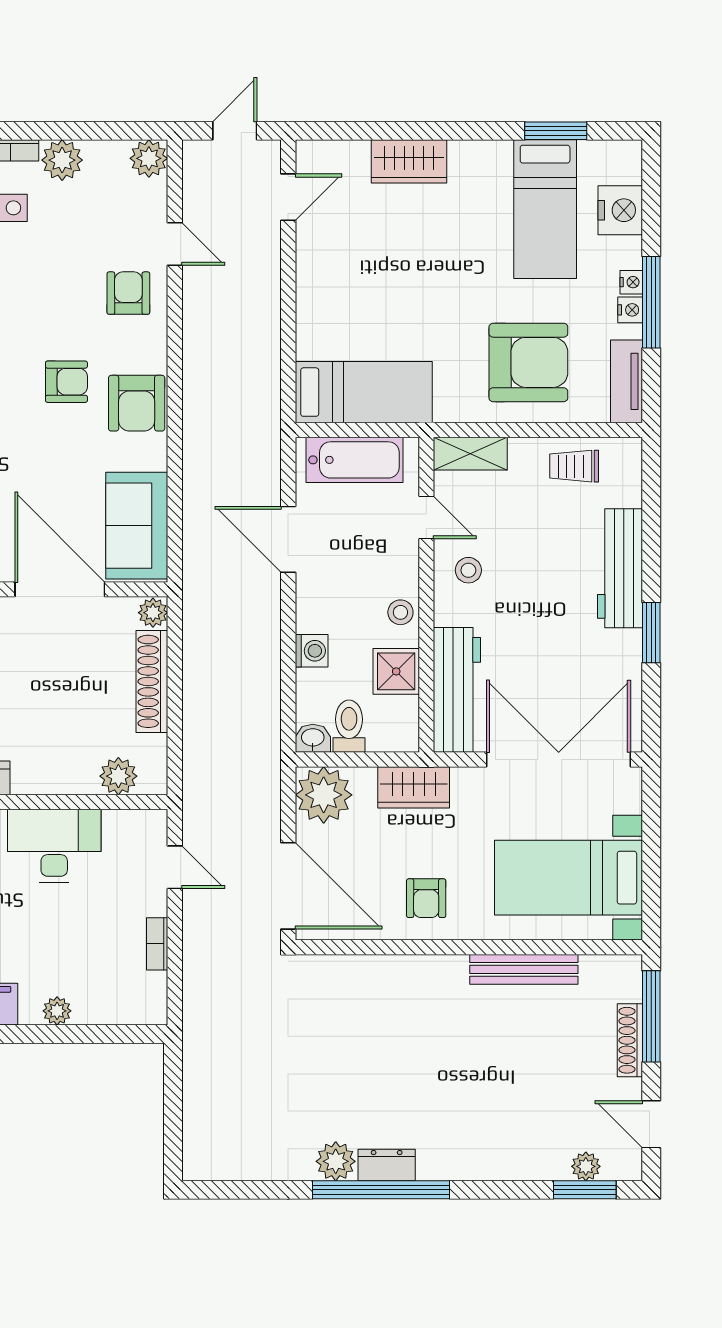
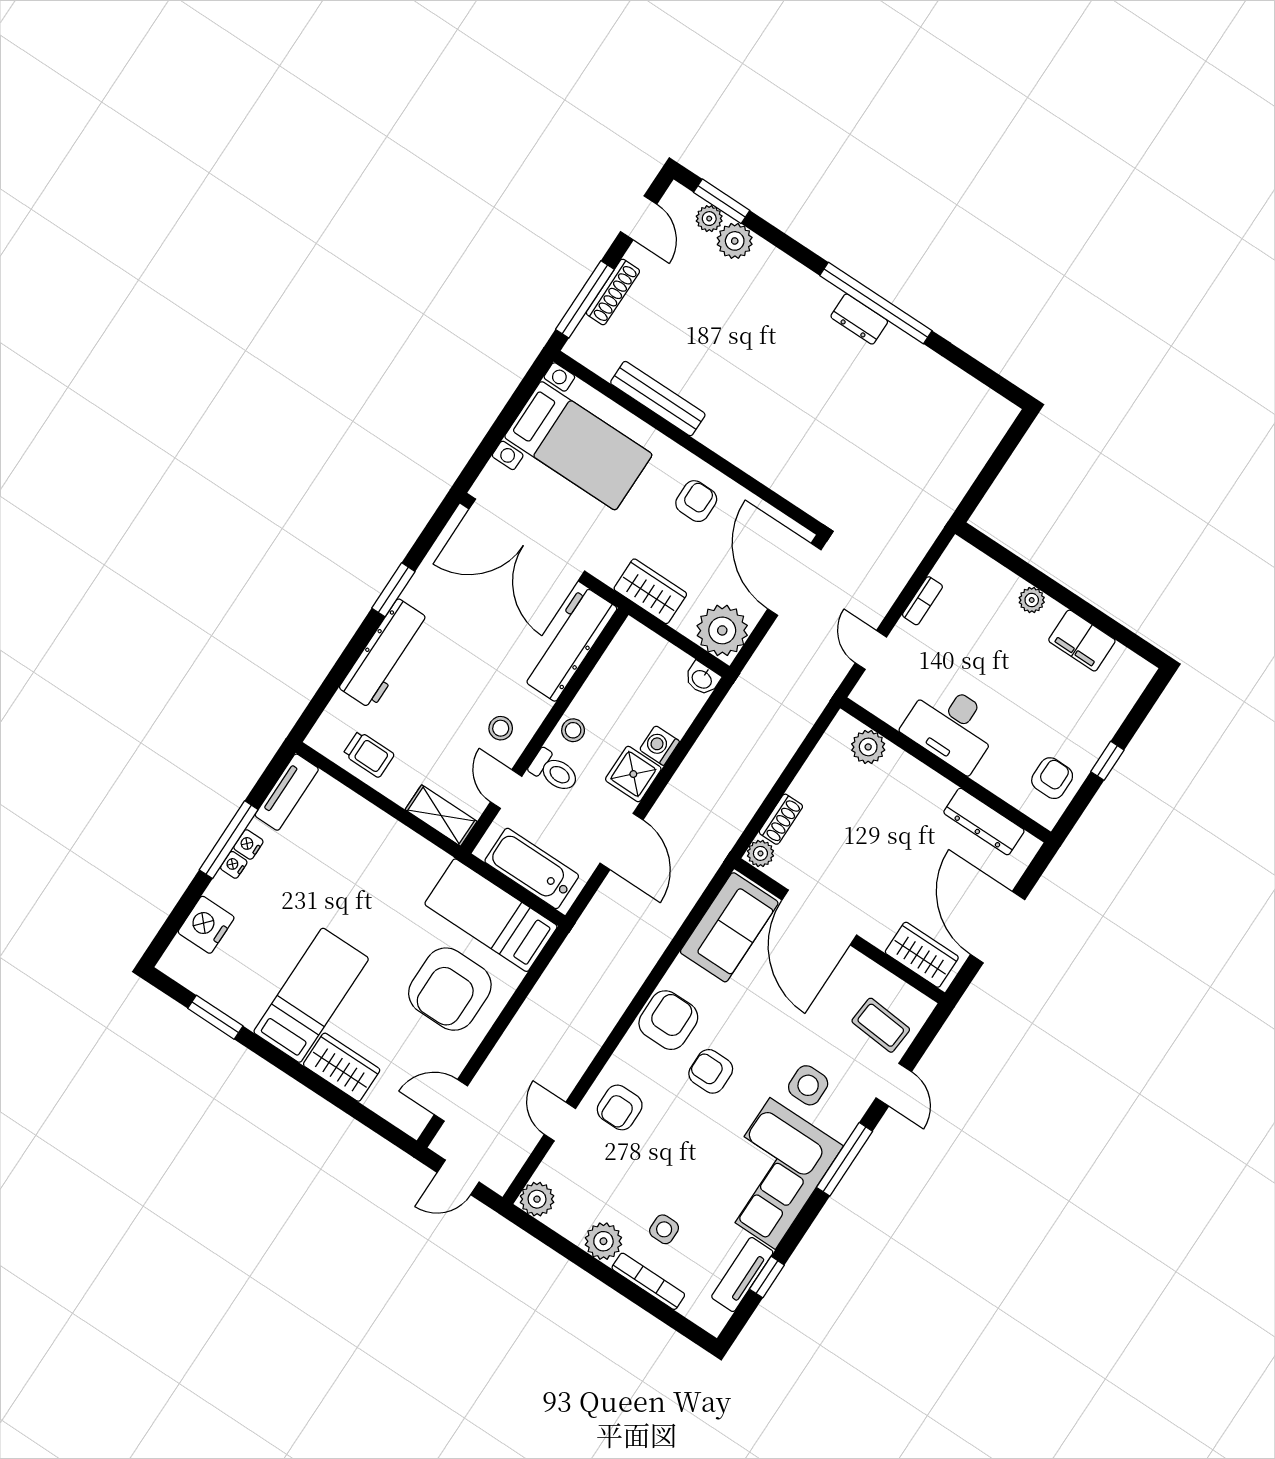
bed: (545, 209) -> (311, 995), moved
armchair: (528, 362) -> (450, 989), moved, turned -90
shower: (396, 671) -> (633, 774), moved
shoe rack: (152, 681) -> (781, 819), width x0.51, depth x0.81
toilet: (349, 726) -> (554, 771), moved, turned -90
plant: (336, 1161) -> (735, 241), moved

